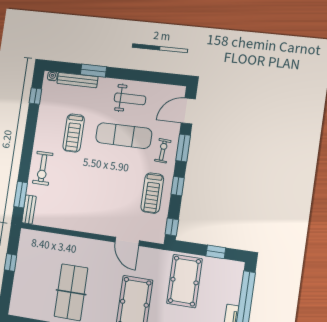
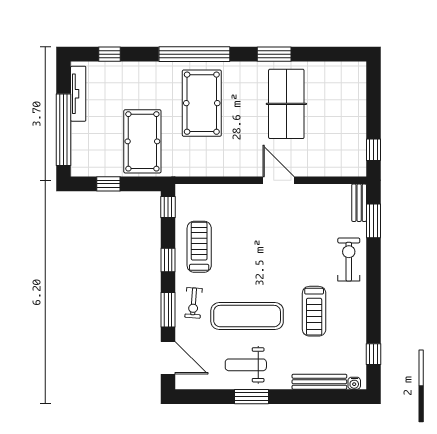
window: (93, 71) -> (252, 397), moved
door: (188, 111) -> (168, 358), hinge flipped
treadmill: (74, 133) -> (314, 311), turned 180
door: (127, 241) -> (278, 180), moved
window: (11, 262) -> (373, 150), moved

